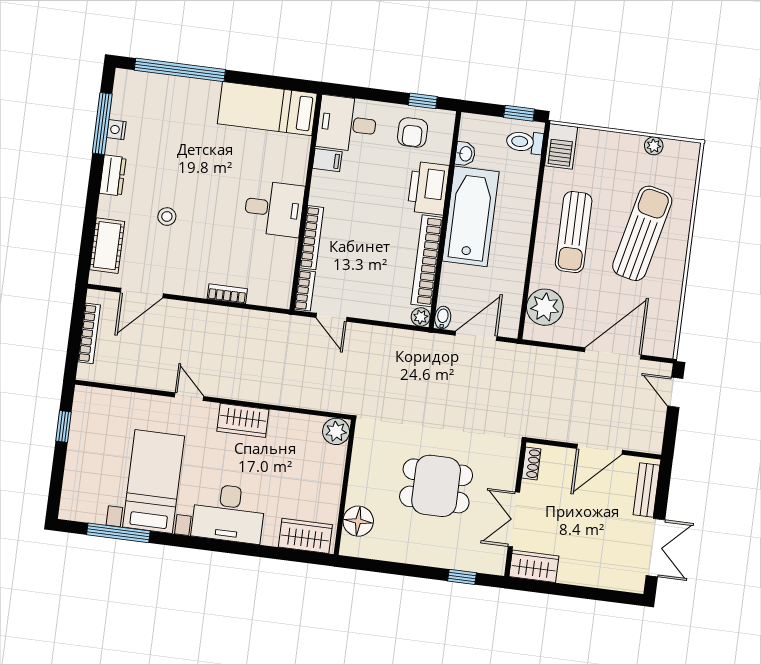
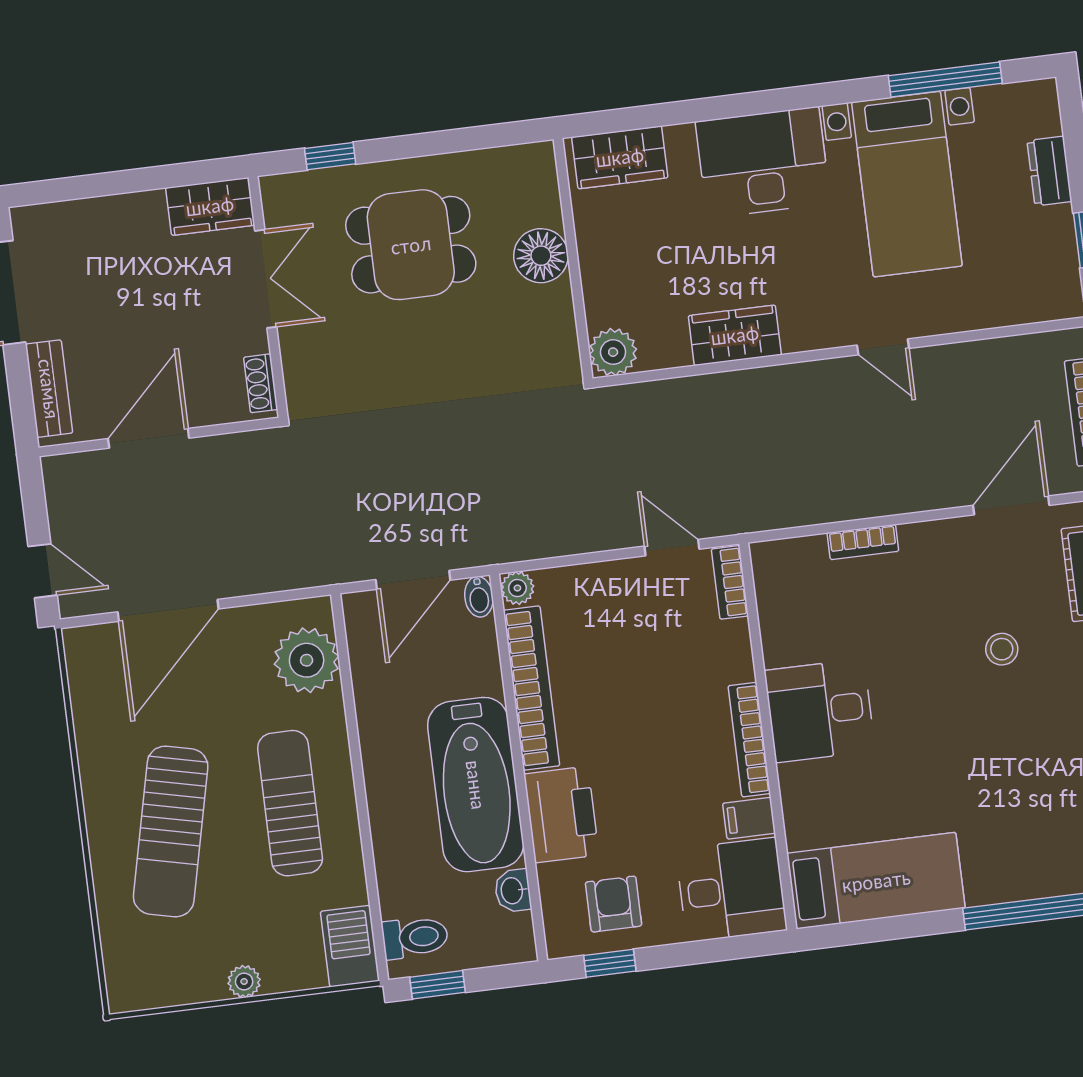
plant: (654, 146) -> (244, 981), moved
bookcase: (312, 238) -> (749, 740), moved
wardrobe: (243, 420) -> (735, 335), moved
dresser: (75, 469) -> (1049, 171), added
dining table: (436, 486) -> (411, 245), moved
floor lamp: (358, 521) -> (541, 256), moved

